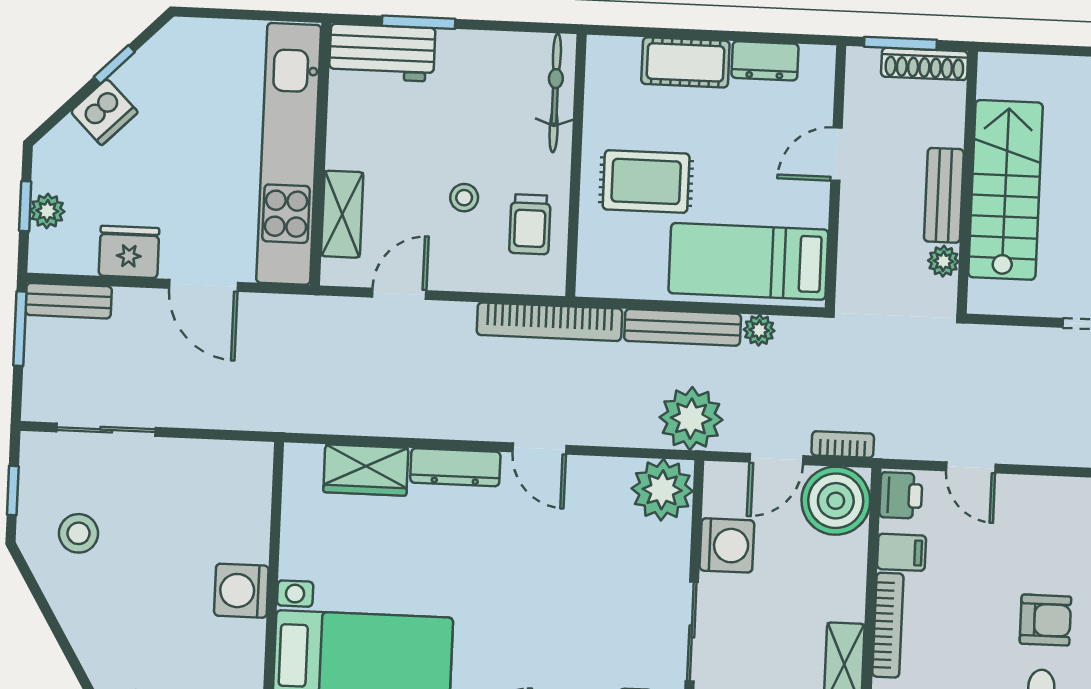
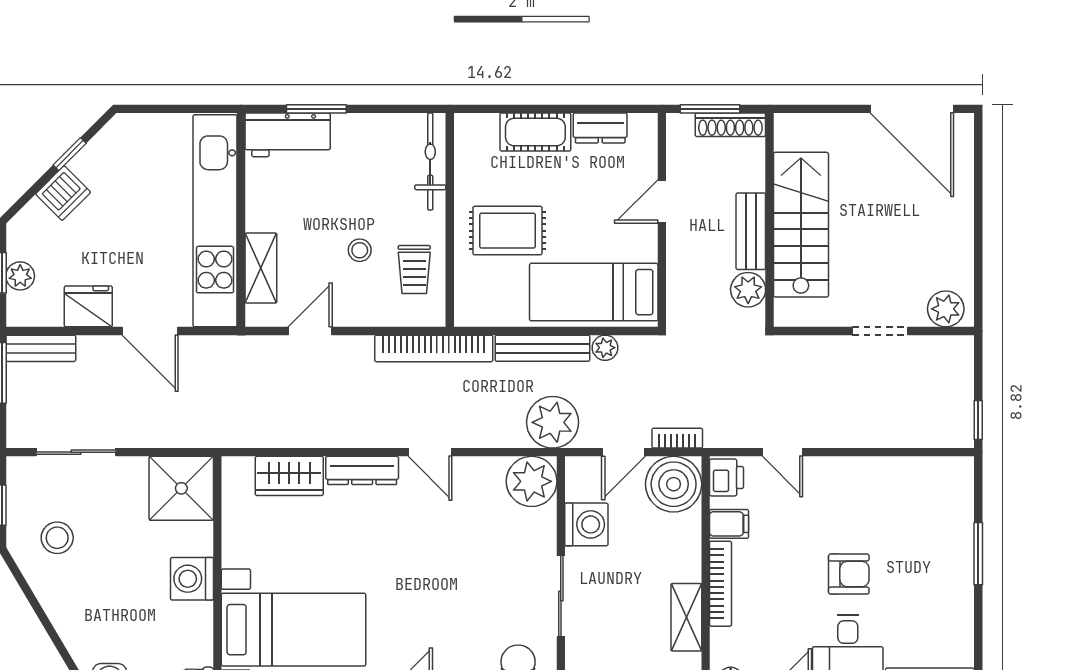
plant: (943, 261) -> (748, 290), width x1.38, depth x1.38
shower: (233, 480) -> (181, 488), added

